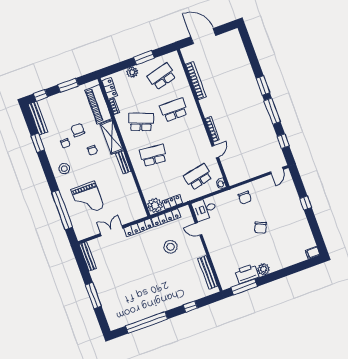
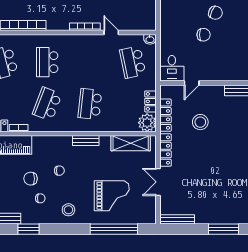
shelving: (112, 137) -> (131, 143), moved
chair: (245, 198) -> (204, 35), moved

